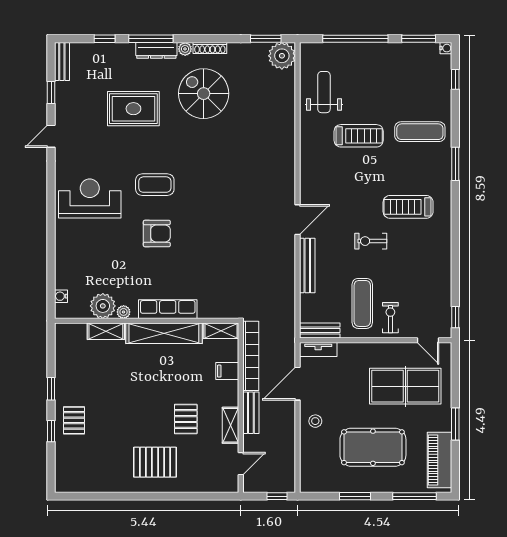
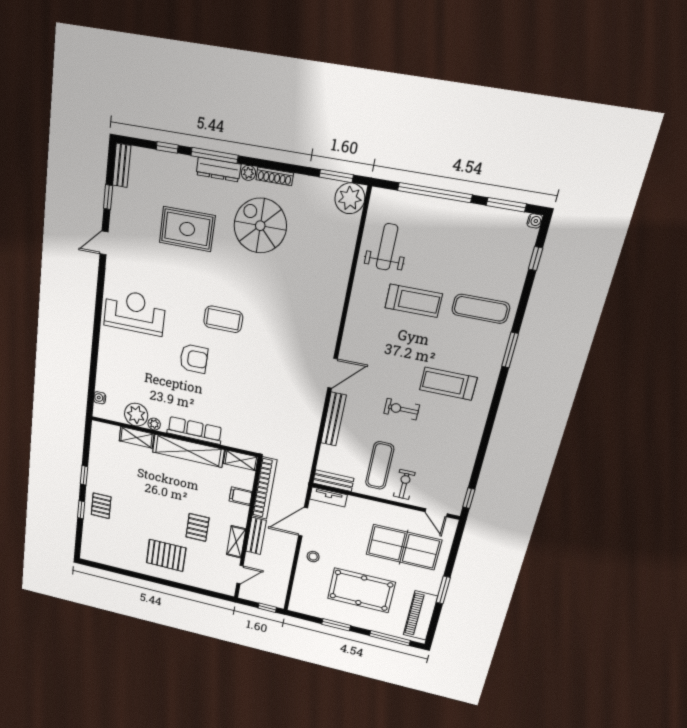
coffee table: (155, 185) -> (223, 319), moved

